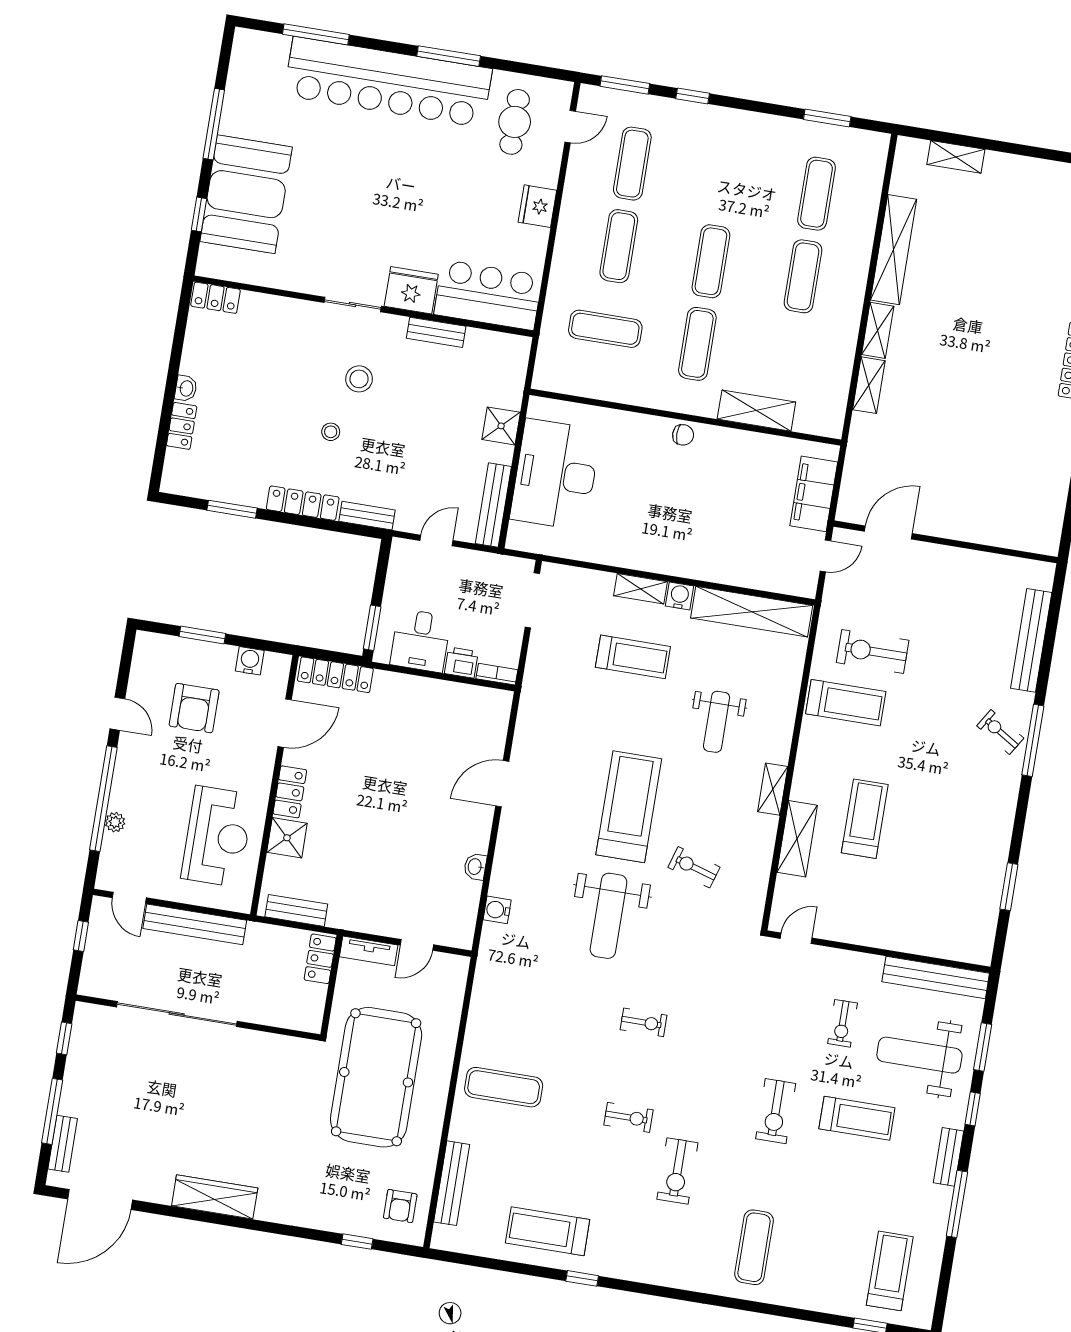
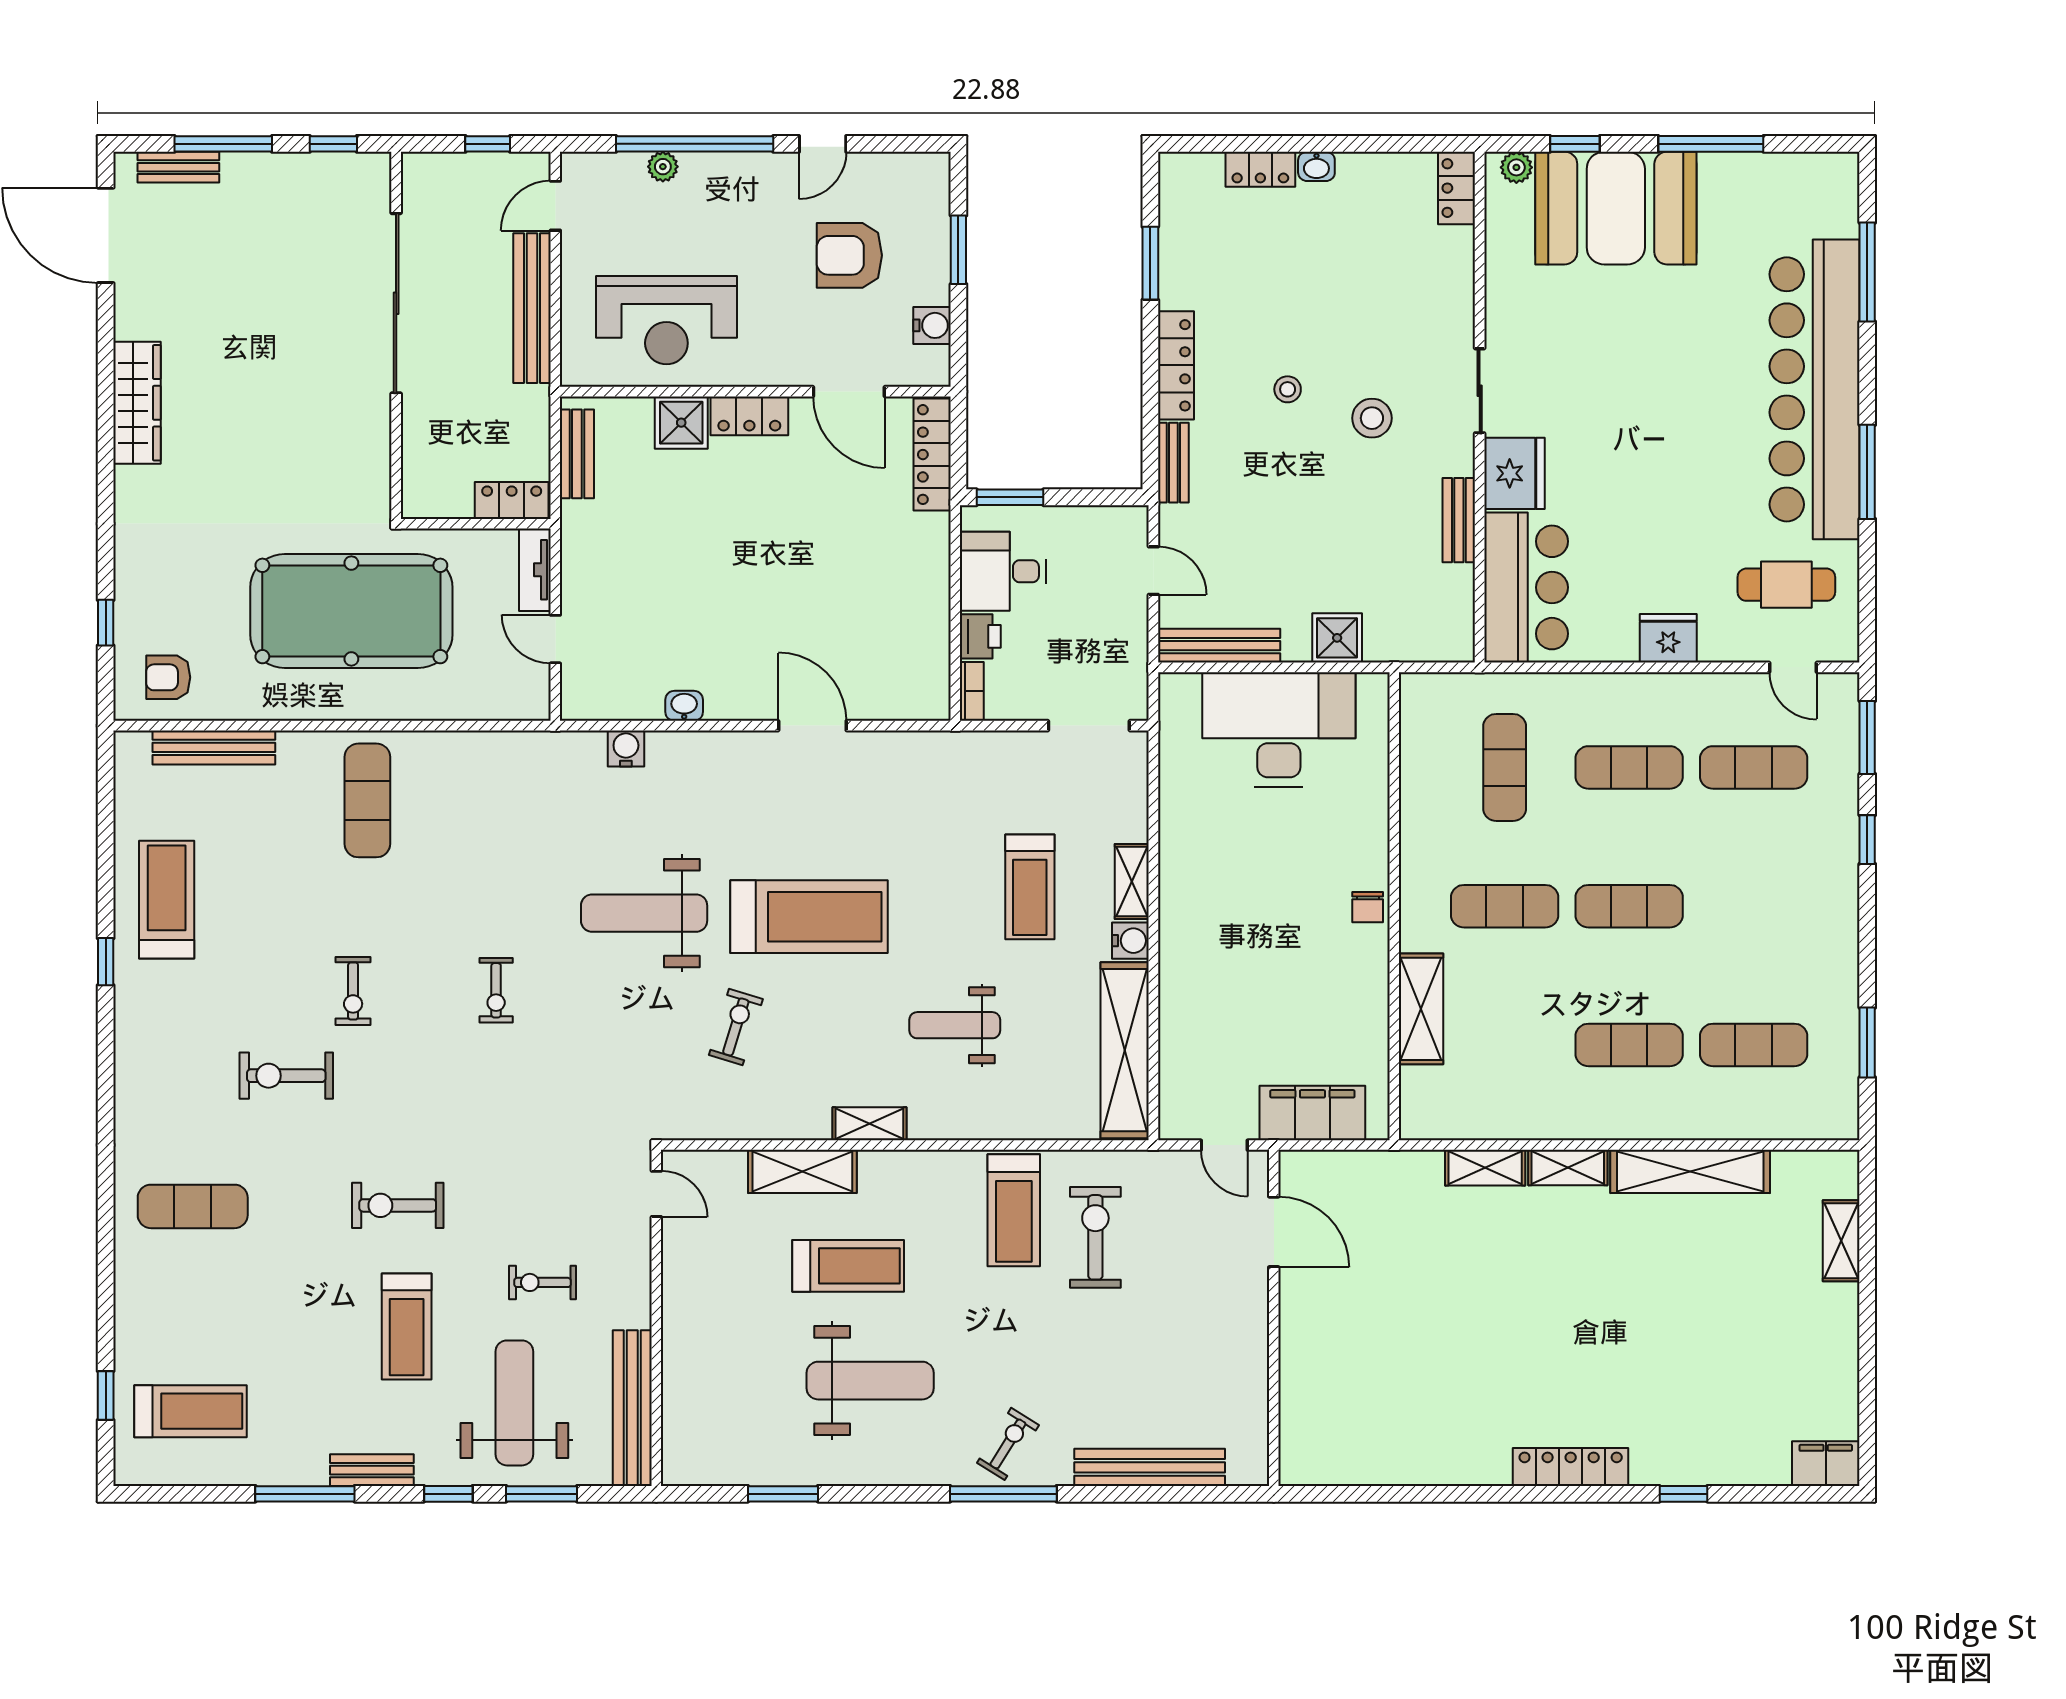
plant: (208, 256) -> (1516, 167), added
weight bench: (943, 817) -> (870, 1381), added

